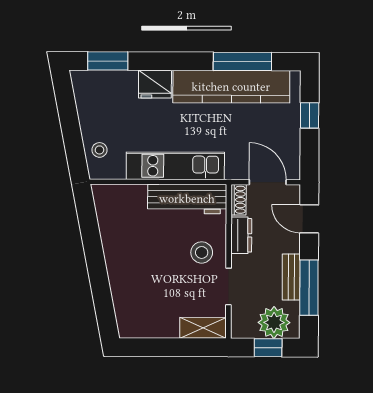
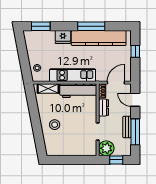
window: (242, 61) -> (91, 26), moved
door: (268, 182) -> (116, 83), hinge flipped
stool: (202, 252) -> (55, 125), moved
plant: (274, 322) -> (106, 148), moved
shelving: (203, 328) -> (48, 89), moved

